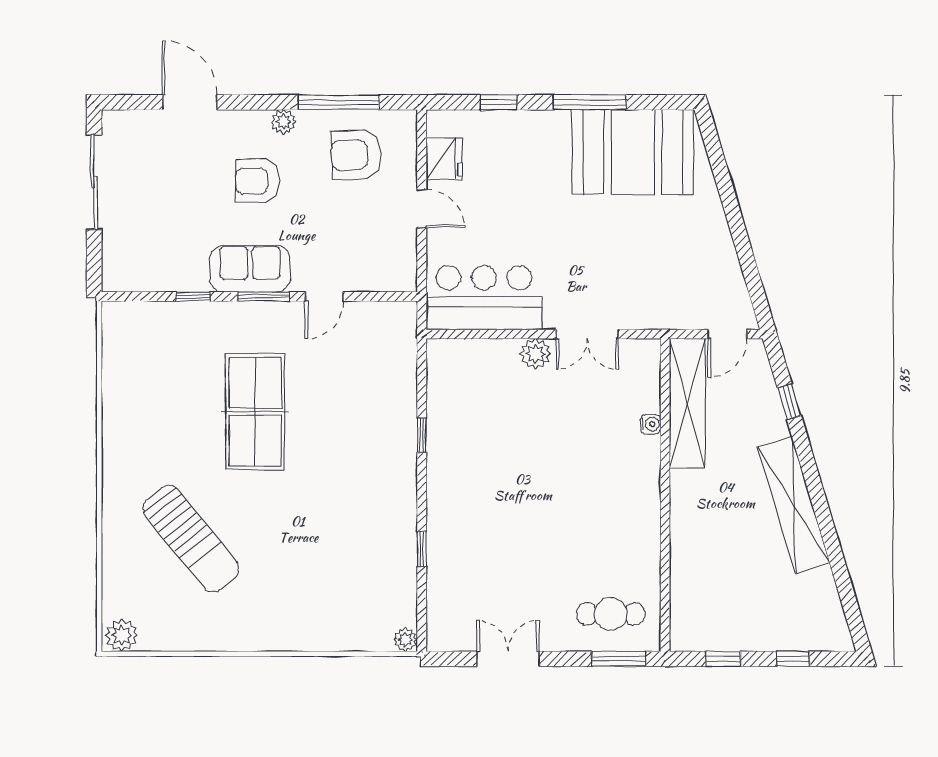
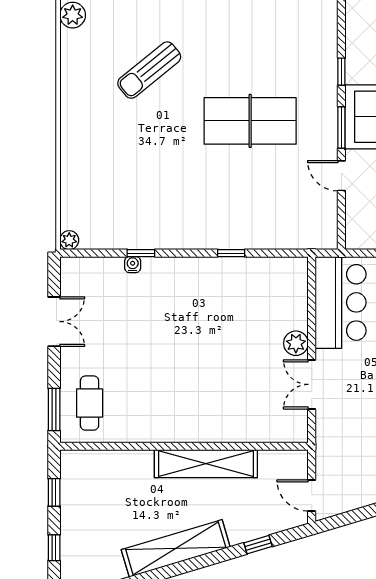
shelving: (687, 403) -> (206, 464), moved
water cooler: (651, 424) -> (133, 265), moved, turned 180
sun lounger: (191, 539) -> (149, 70), width x0.73, depth x0.75

